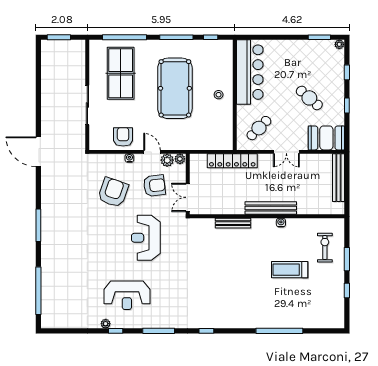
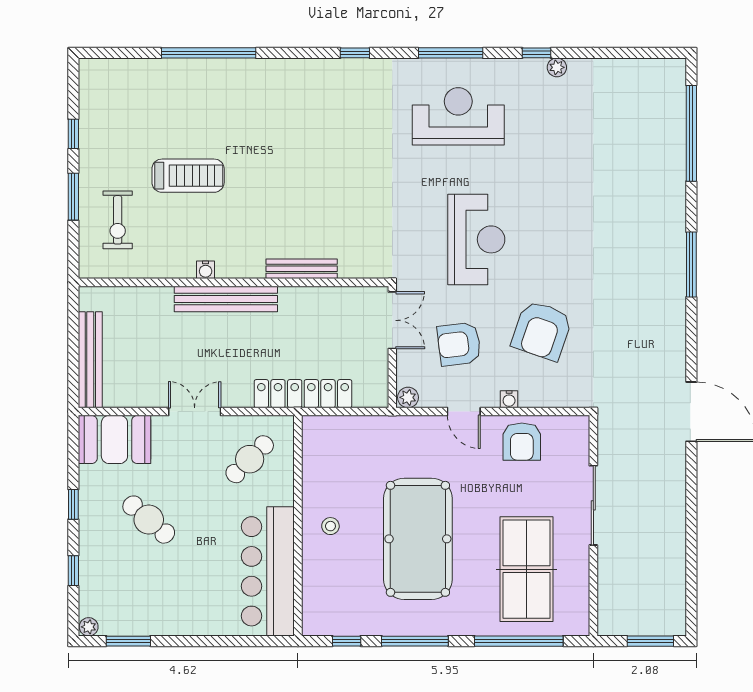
plant: (167, 160) -> (433, 395), removed
reception desk: (127, 295) -> (458, 116), moved

